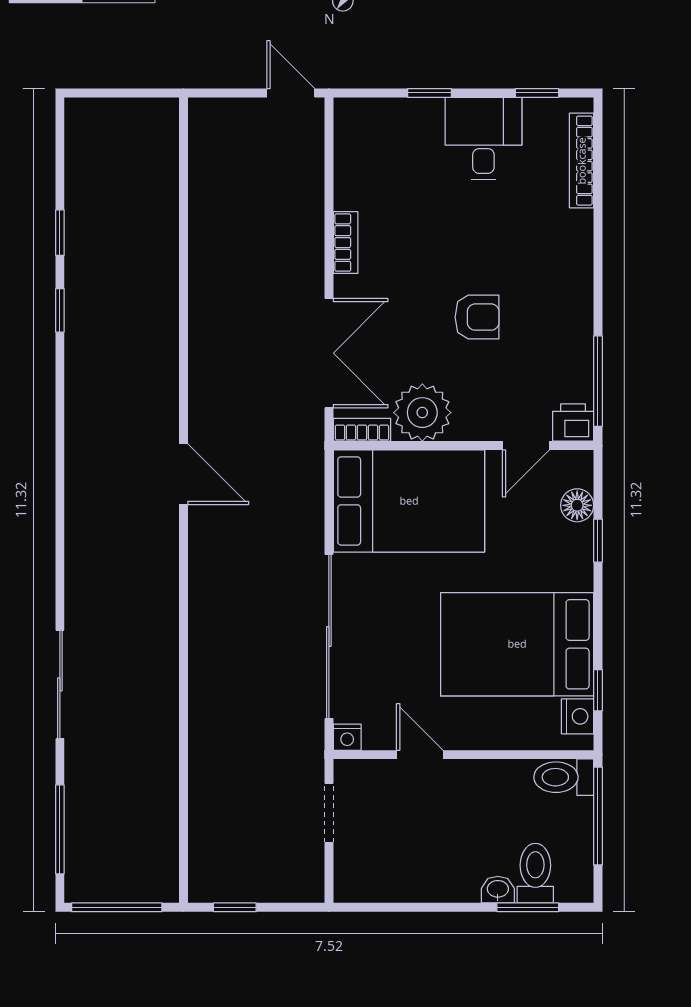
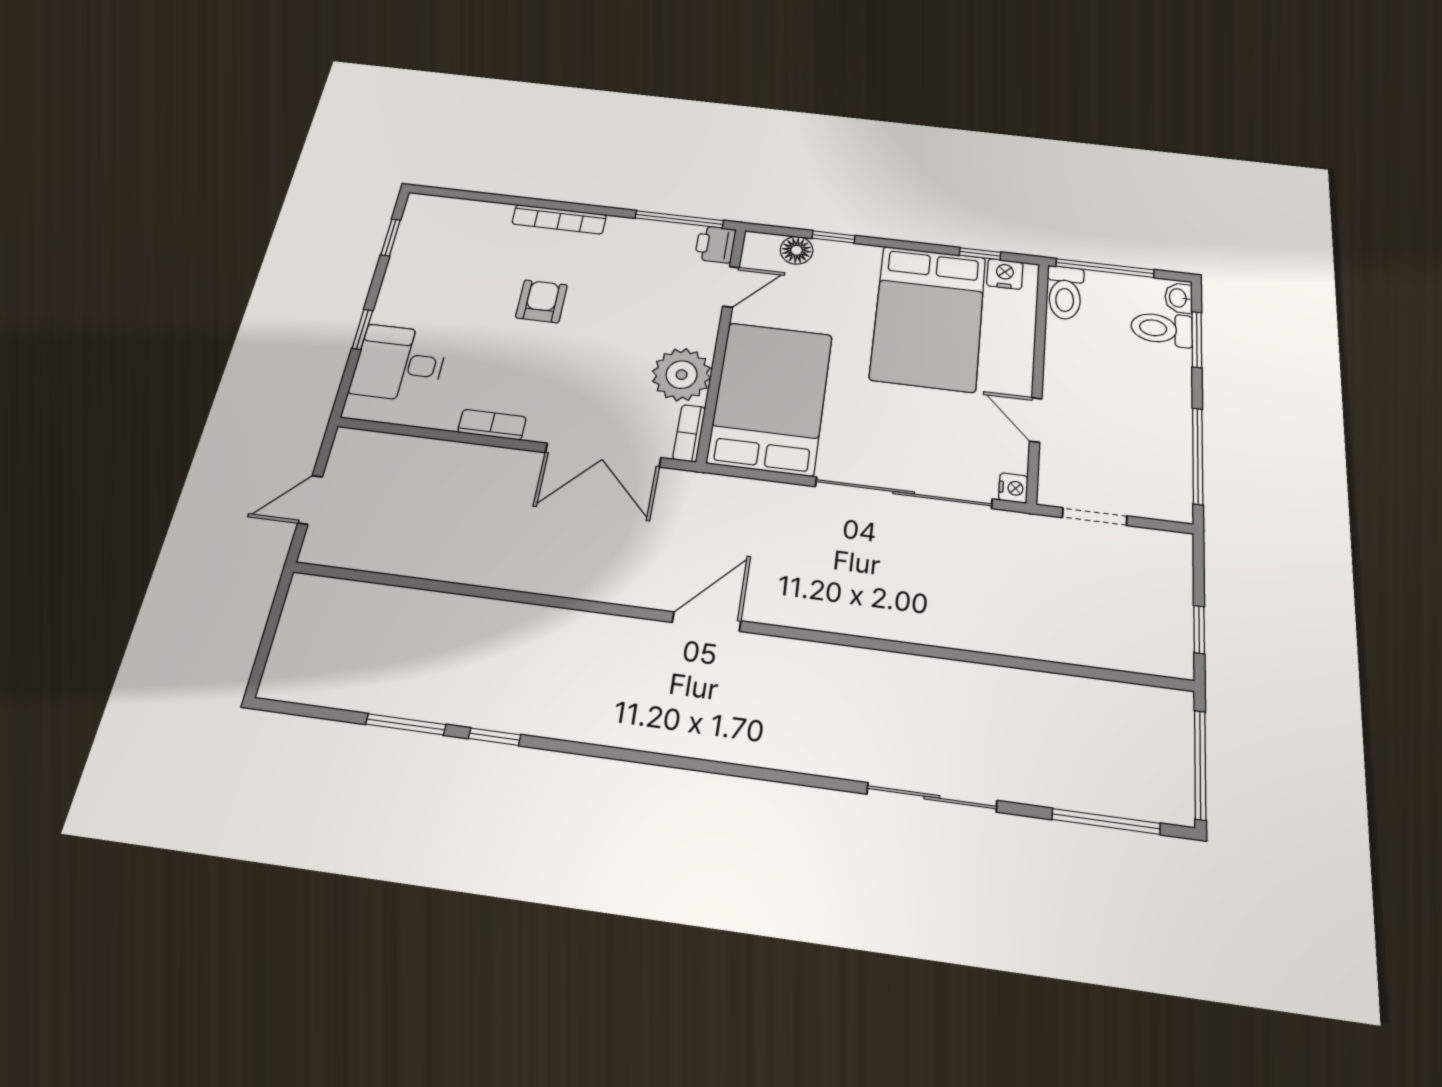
door: (291, 93) -> (310, 500), moved
desk: (483, 139) -> (399, 363), moved
bookcase: (582, 161) -> (559, 219), moved
window: (60, 233) -> (406, 724), width x1.50
armchair: (477, 317) -> (542, 301), moved
double door: (329, 353) -> (603, 455), swing flipped
door: (526, 446) -> (731, 287), hinge flipped
door: (420, 755) -> (1036, 420), hinge flipped
washbasin: (498, 890) -> (1179, 298), moved
window: (403, 907) -> (1198, 456), added

